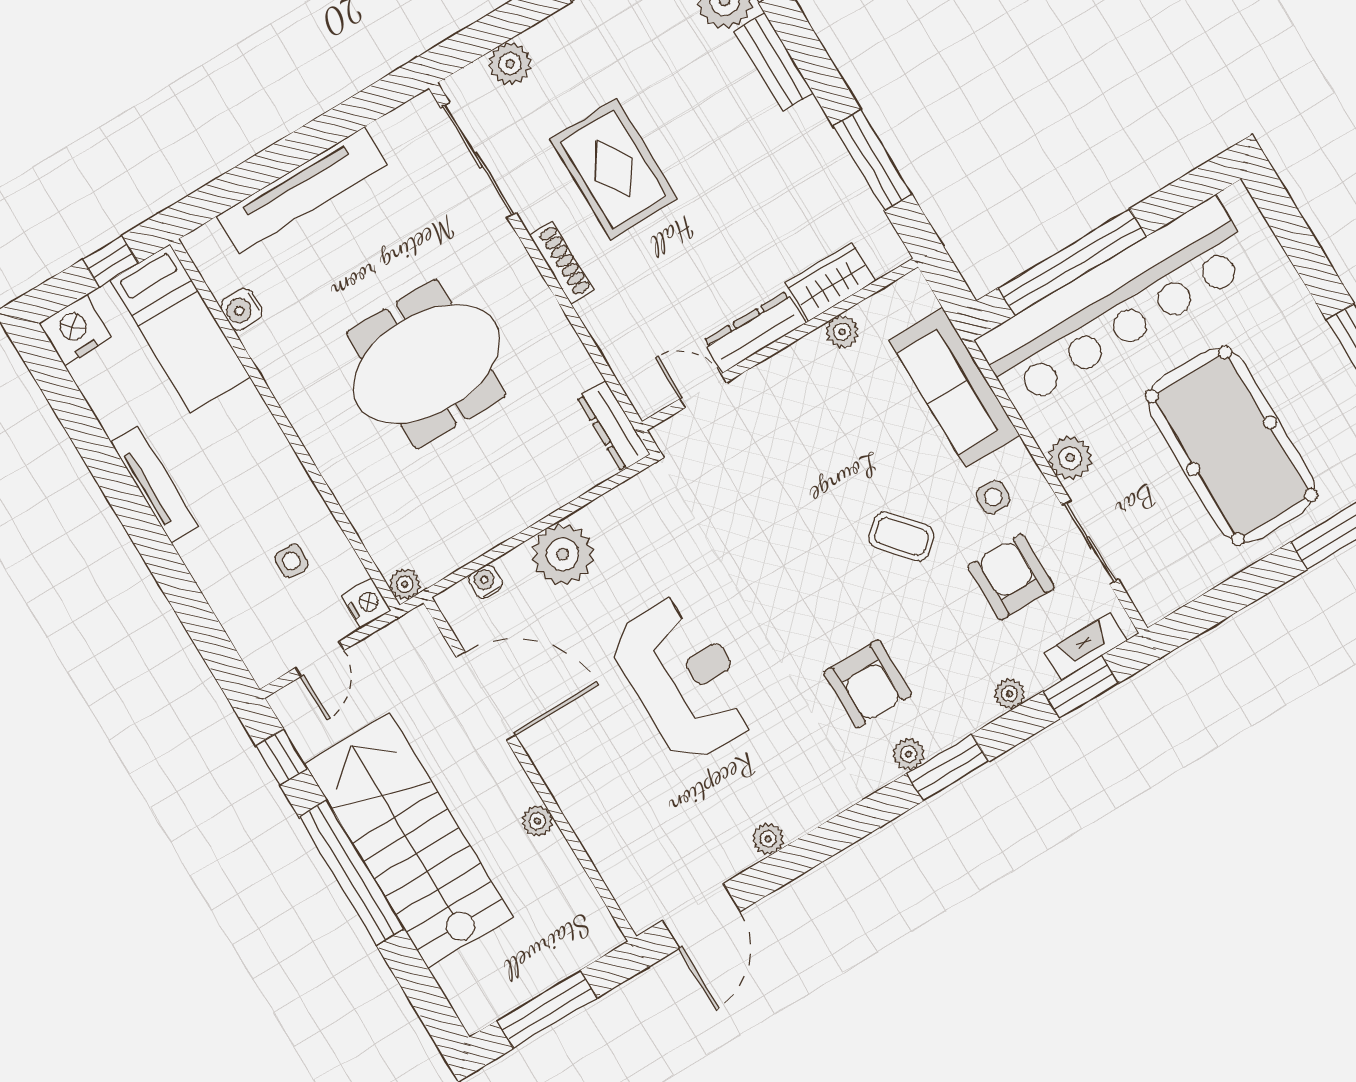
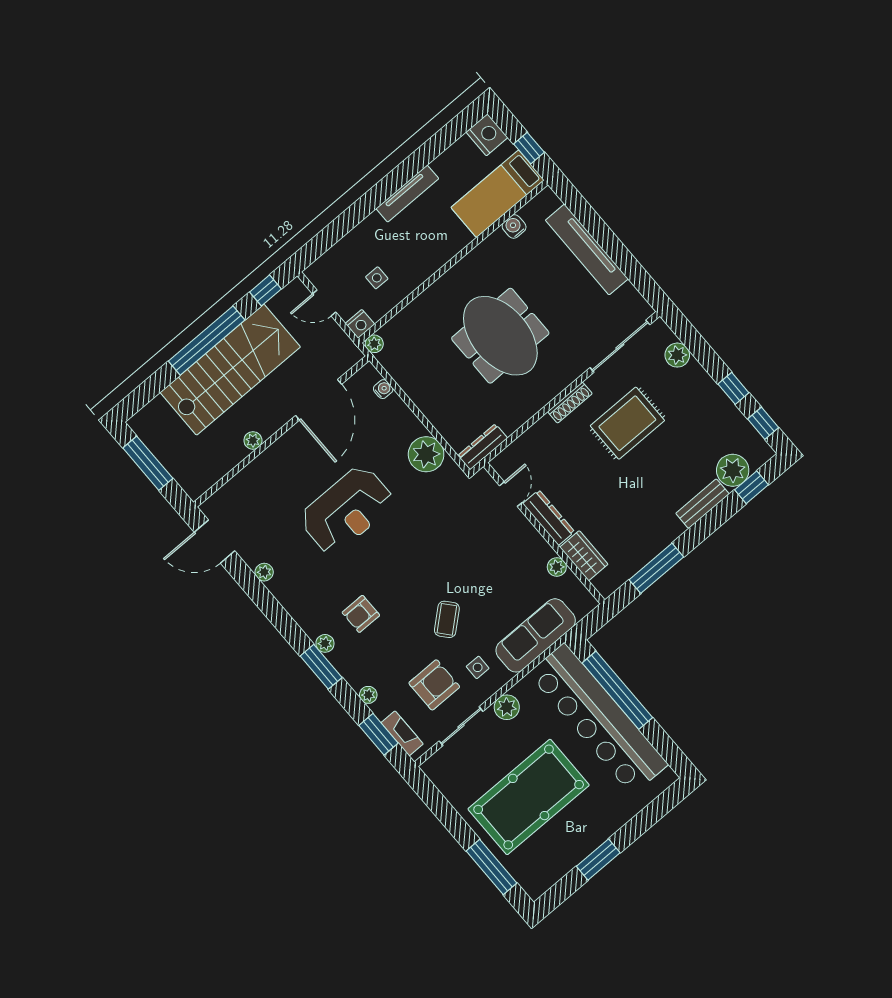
plant: (563, 554) -> (426, 454), moved
armchair: (868, 684) -> (361, 614), width x0.72, depth x0.72

